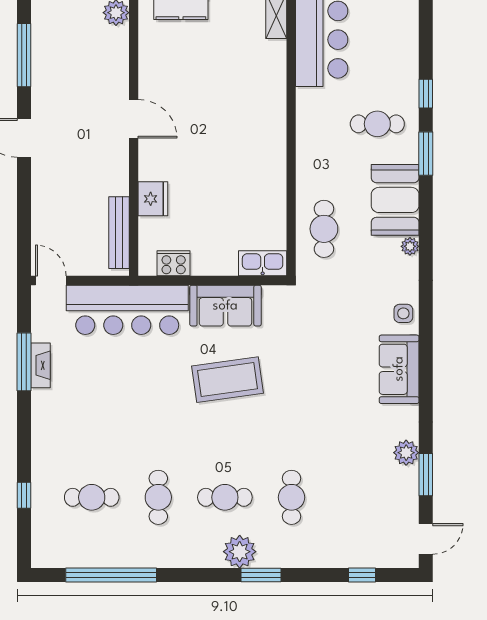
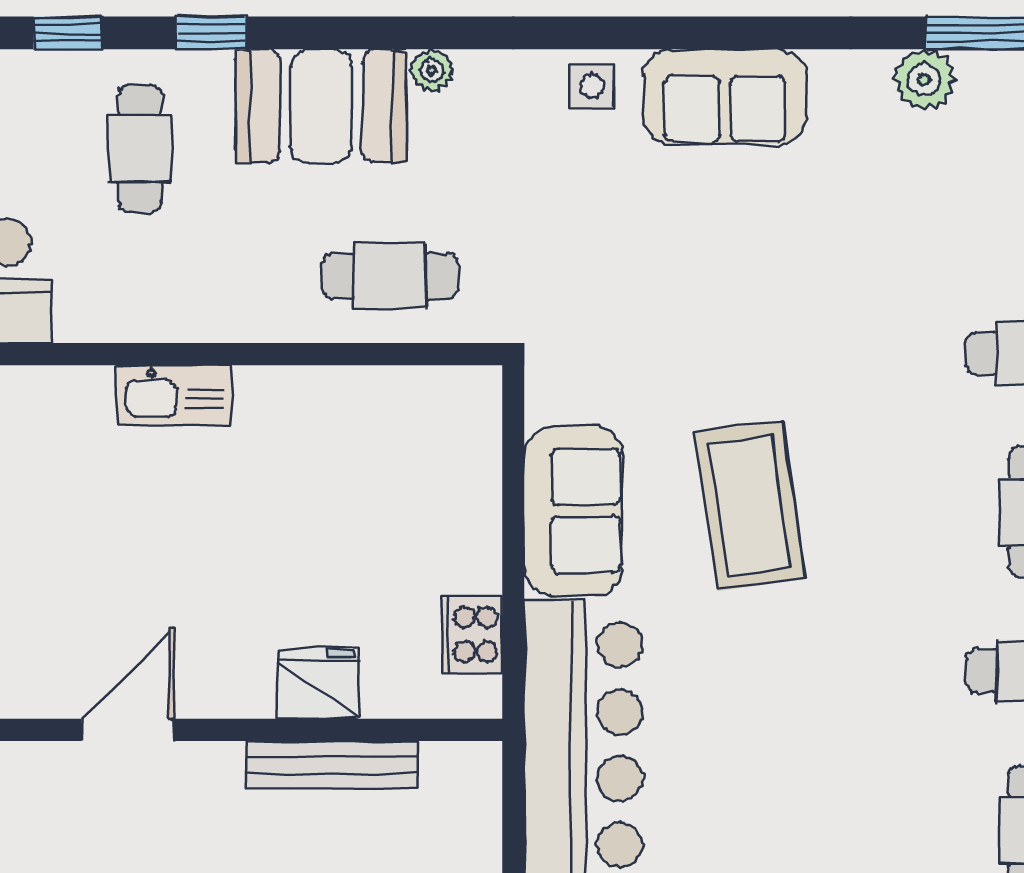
window: (426, 154) -> (211, 33), width x0.67
bench: (119, 233) -> (333, 765), moved
kitchen sink: (263, 263) -> (174, 395), moved, turned -90

